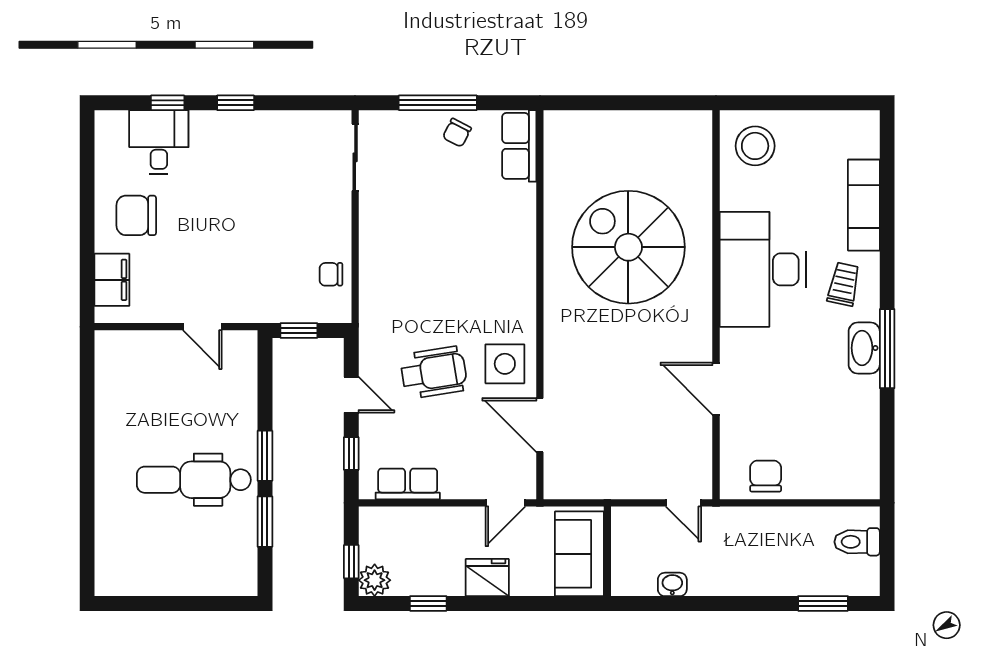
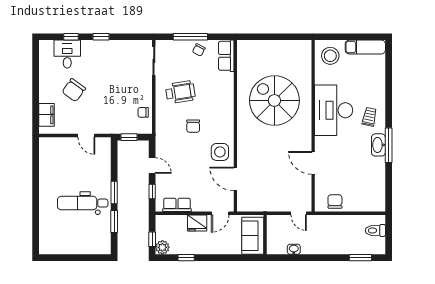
exam couch: (864, 205) -> (365, 47), moved, turned -90
chair: (136, 215) -> (74, 90), moved, turned -54
chair: (444, 305) -> (193, 126), added
wheelchair: (434, 372) -> (180, 92), moved
fridge: (487, 578) -> (197, 223), moved, turned 180

